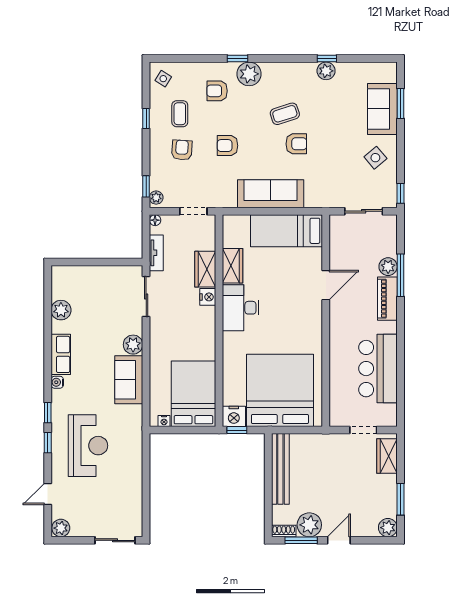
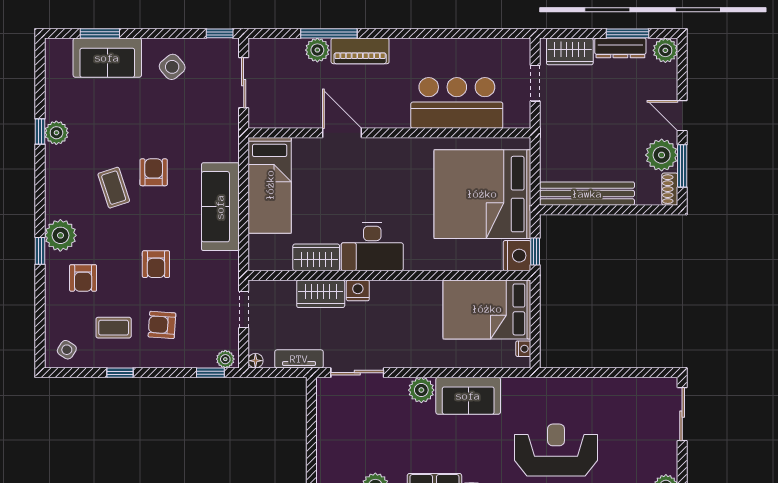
bar counter: (378, 369) -> (457, 103), moved, turned 180
dresser: (390, 494) -> (620, 48), added

